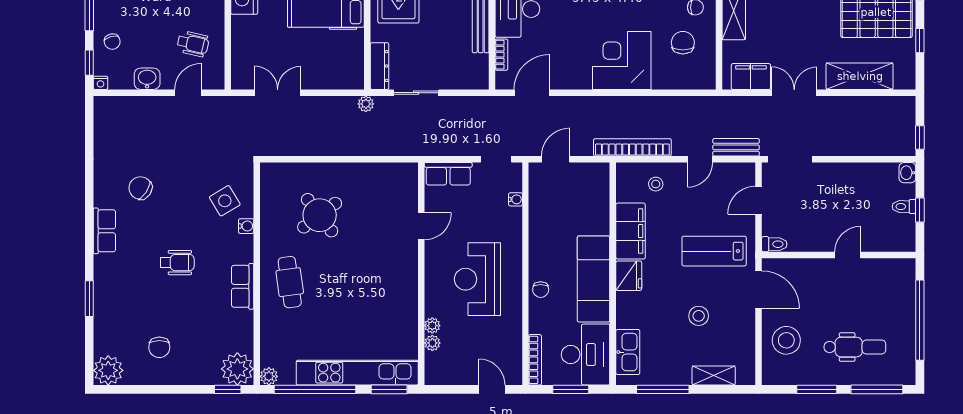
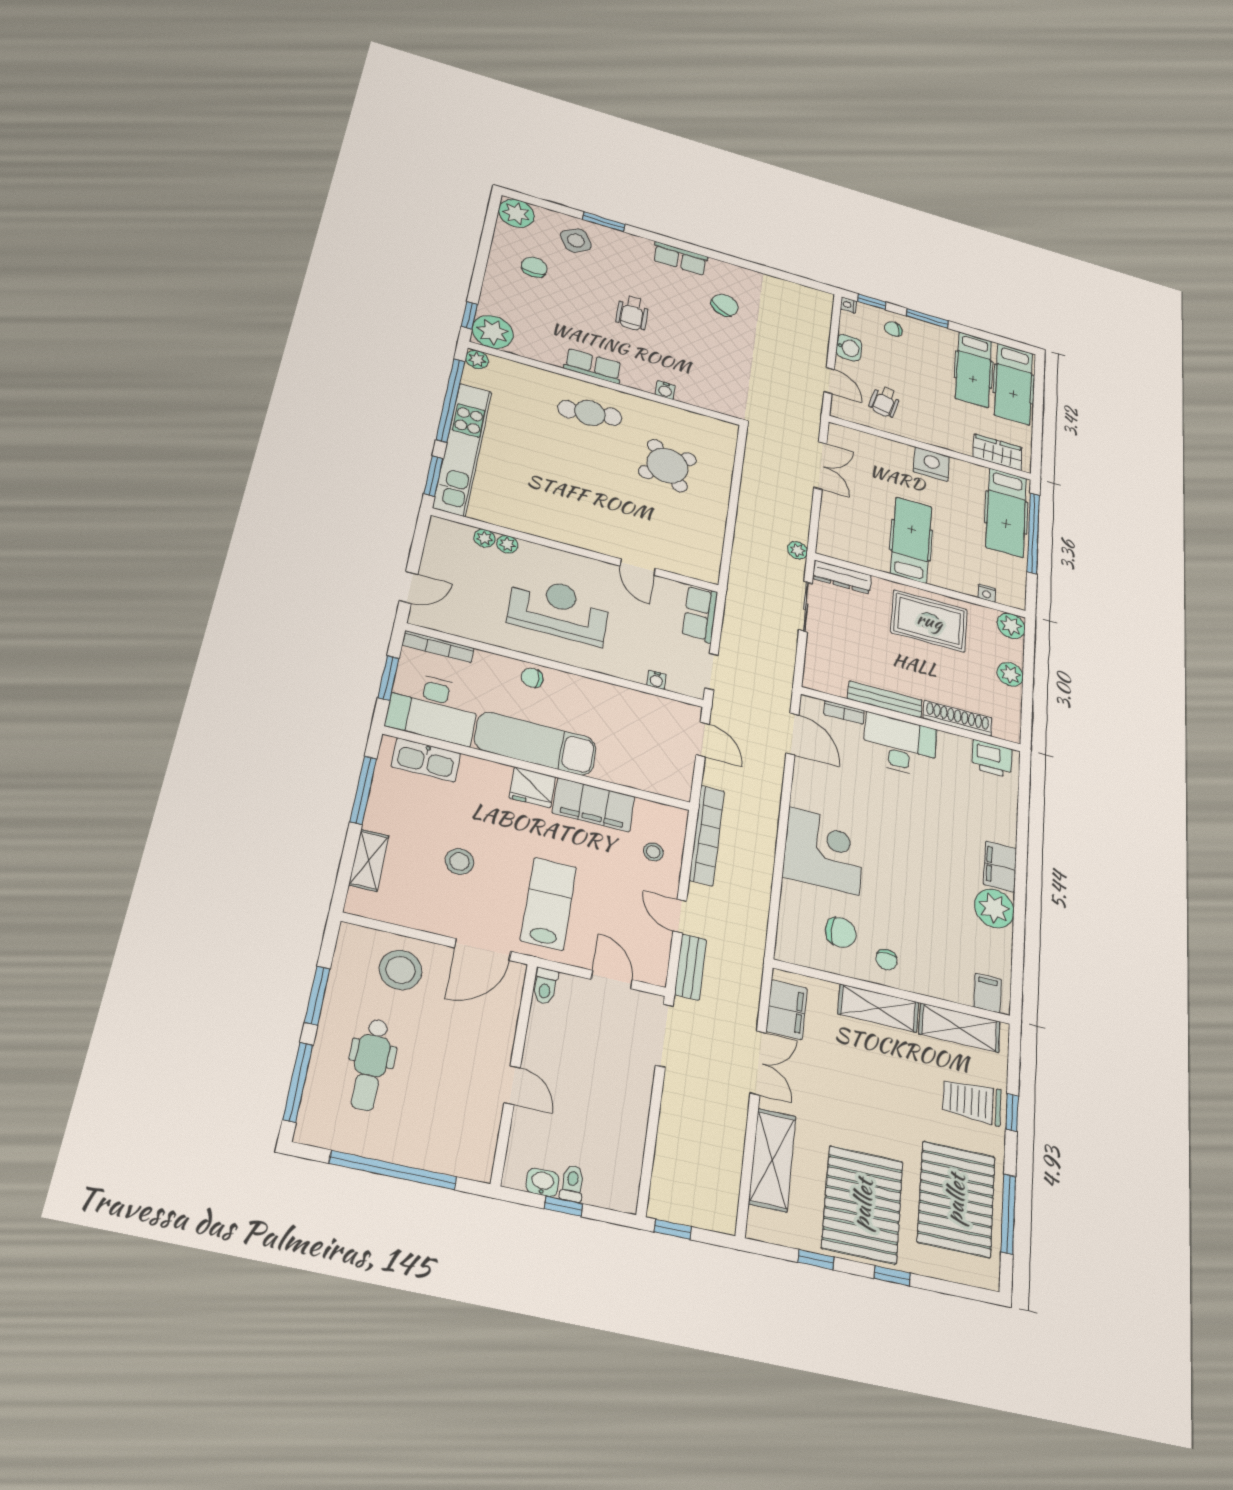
washbasin: (907, 173) -> (542, 1182), moved
side table: (225, 201) -> (576, 240), moved
chair: (159, 347) -> (534, 267), turned 90

